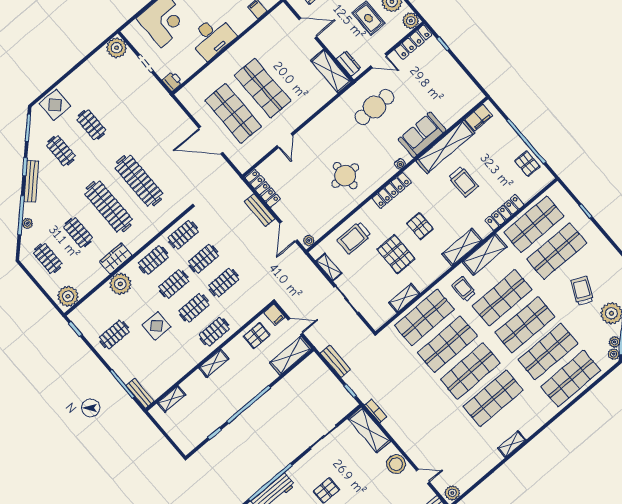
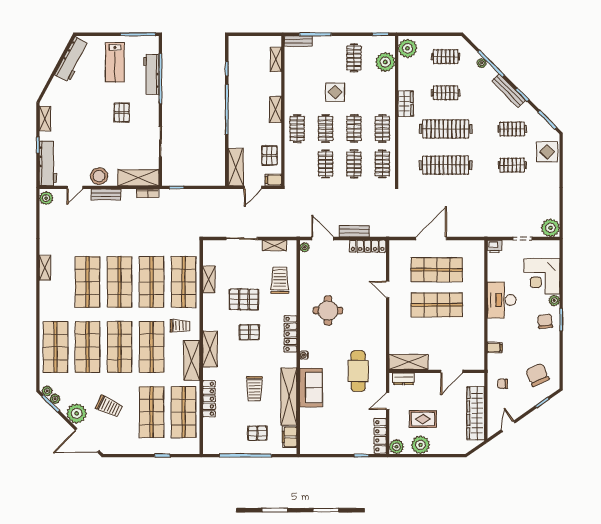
pallet: (527, 164) -> (257, 433), moved
trolley: (463, 182) -> (254, 389), turned -90
plant: (120, 284) -> (385, 62), moved
bench: (335, 361) -> (106, 195), moved

